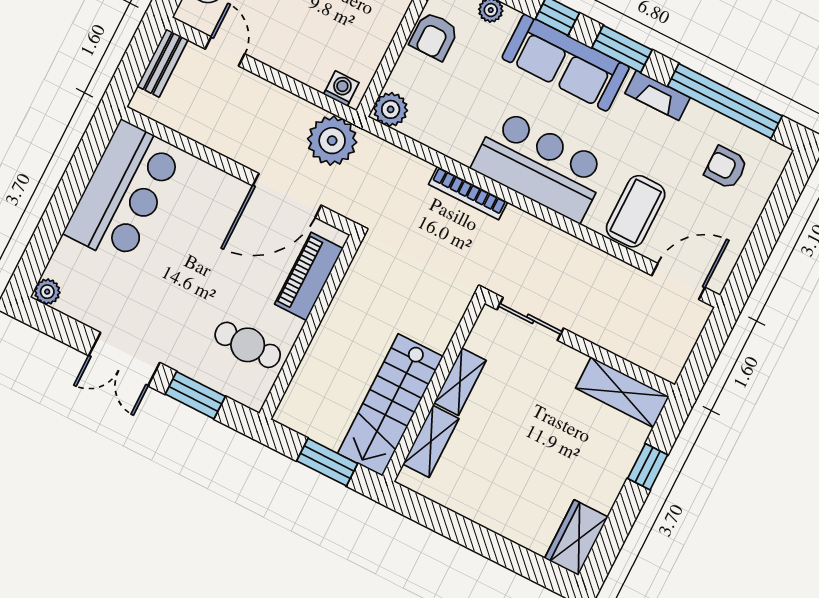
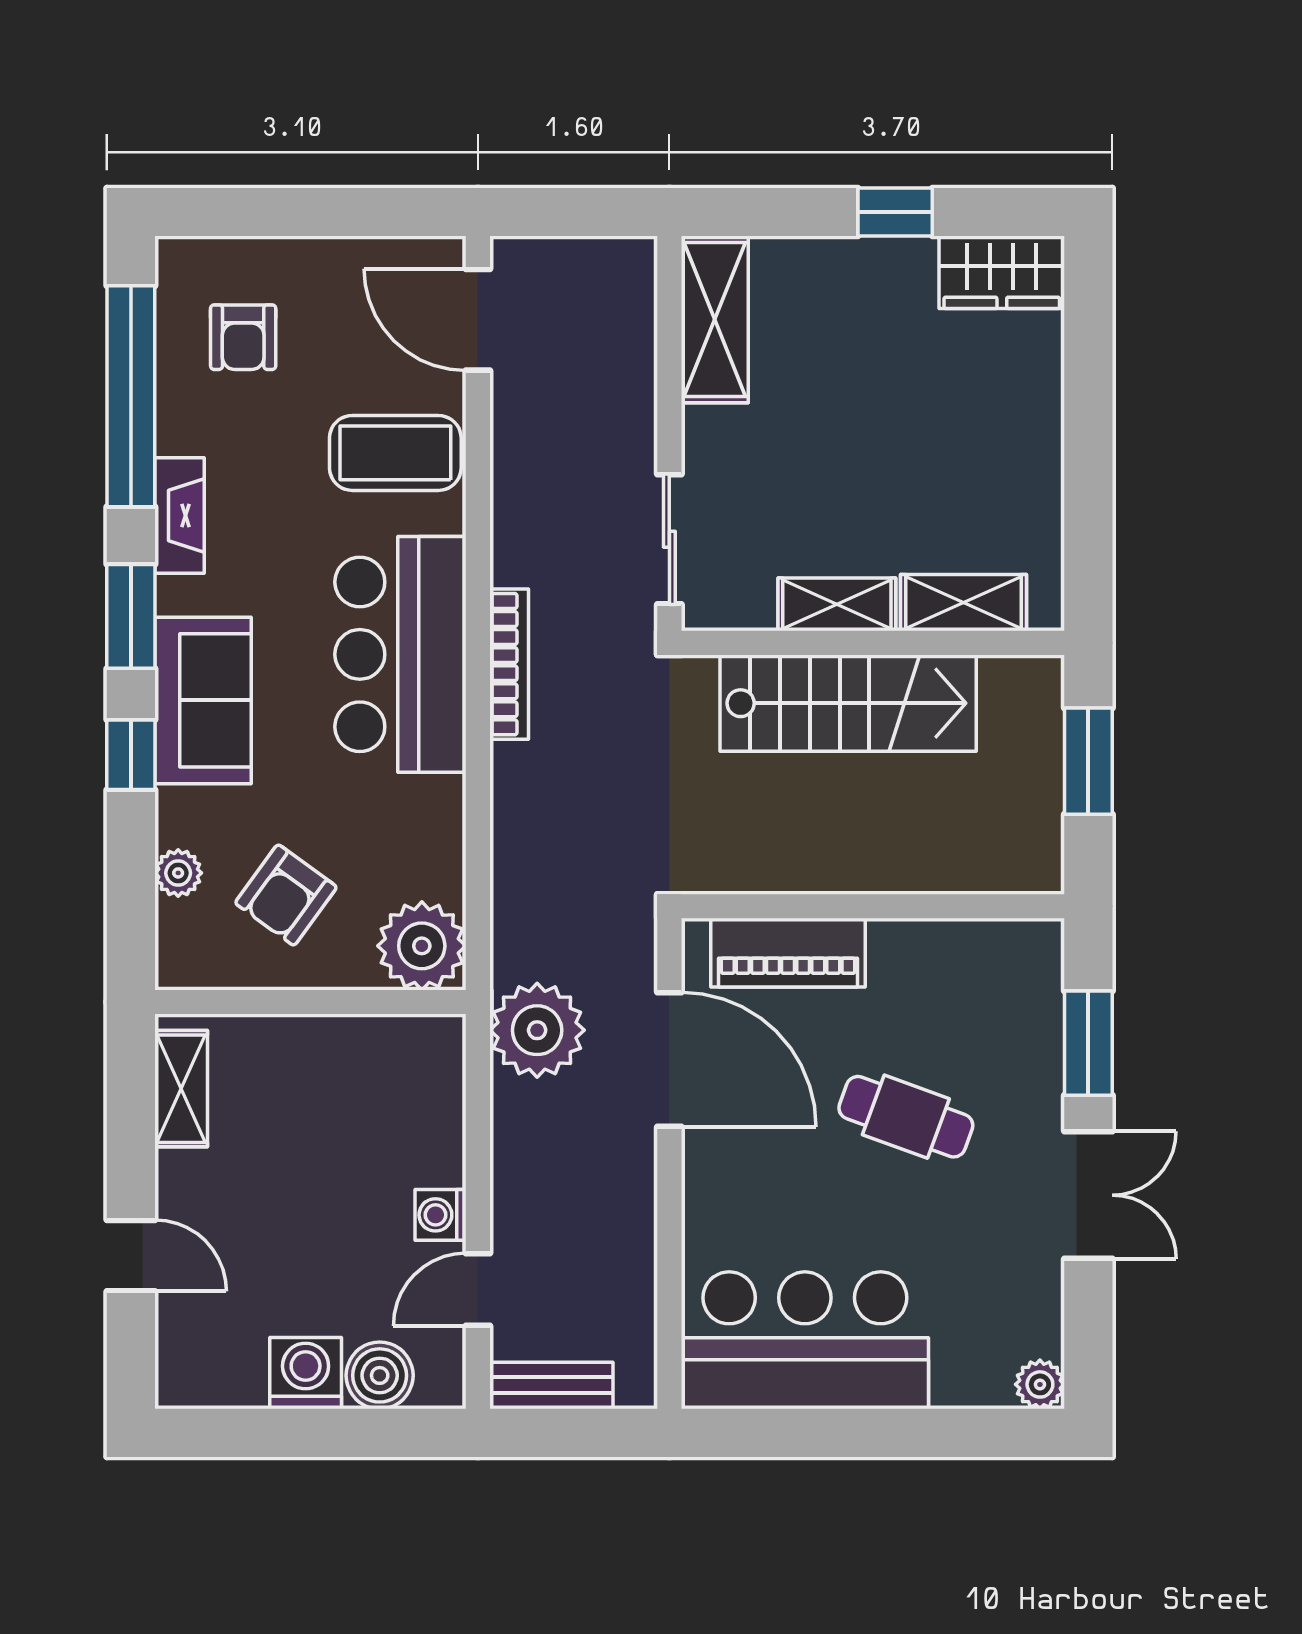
armchair: (434, 36) -> (286, 895), moved, turned 126
sofa: (566, 63) -> (203, 700), width x0.73
washing machine: (341, 88) -> (441, 1215), moved
plant: (391, 109) -> (422, 946), width x1.36, depth x1.36
bookcase: (468, 193) -> (509, 664), moved
cafe table: (248, 345) -> (906, 1117), moved, turned -70
stairs: (390, 405) -> (848, 703), moved
window: (648, 467) -> (895, 212), moved

